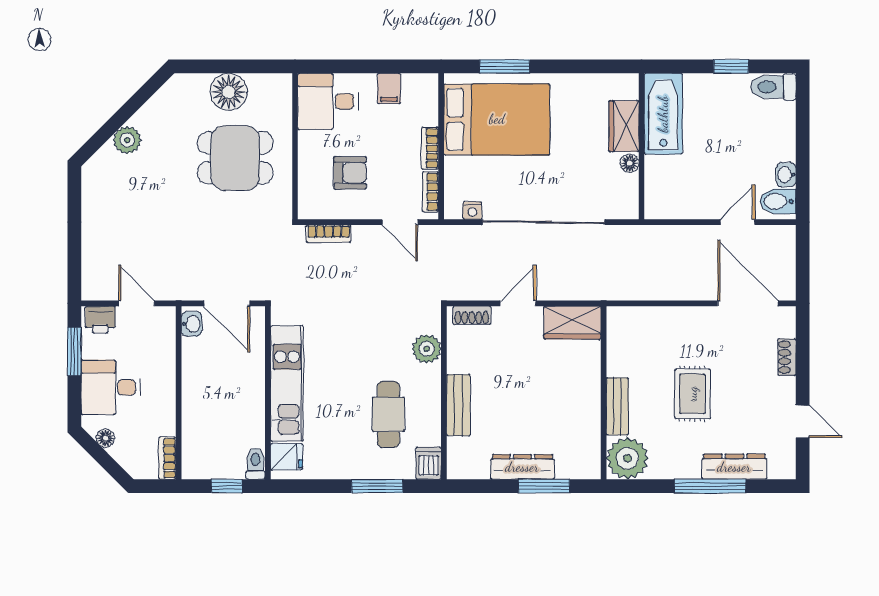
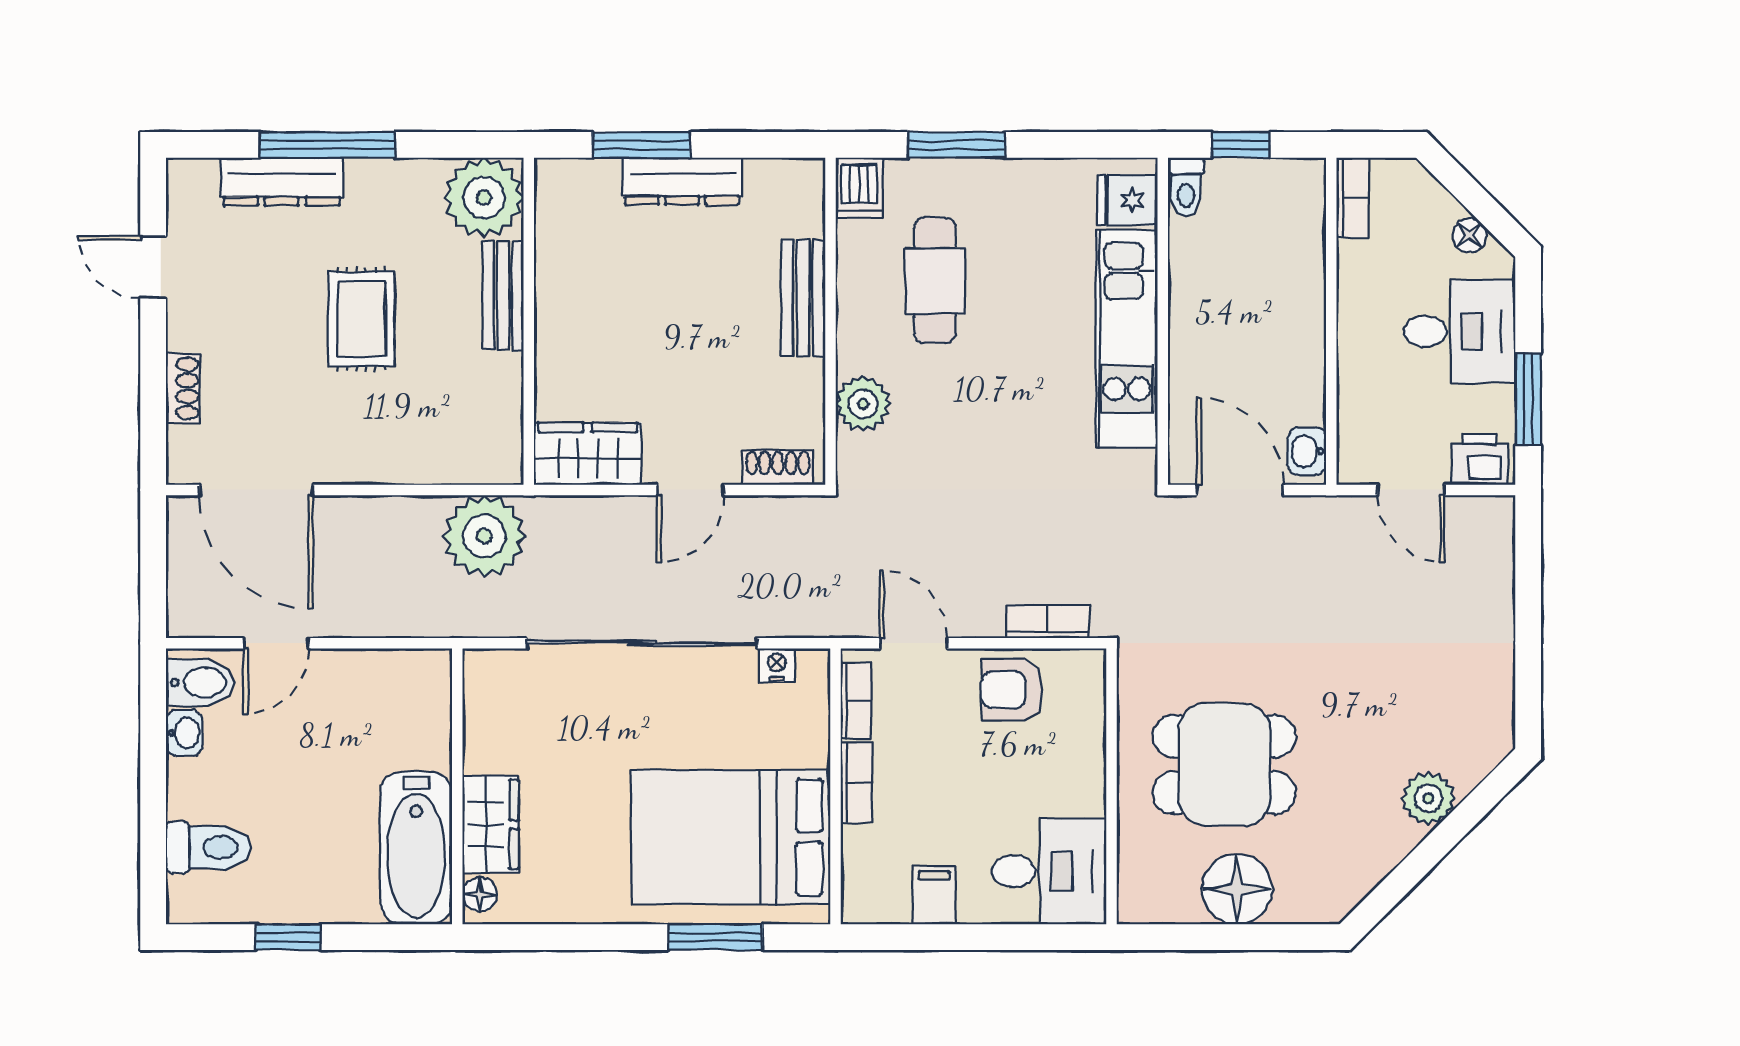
toilet: (773, 87) -> (208, 848), moved
floor lamp: (630, 163) -> (480, 894), moved
armchair: (350, 173) -> (1012, 690), moved
plant: (627, 279) -> (484, 536), added

